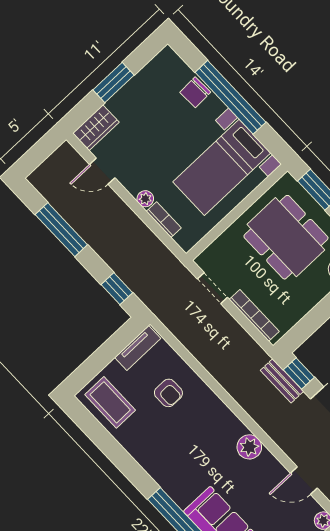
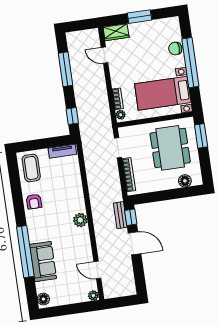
plant: (145, 199) -> (121, 115), moved
armchair: (168, 393) -> (34, 202), moved
plant: (249, 447) -> (80, 220), moved

